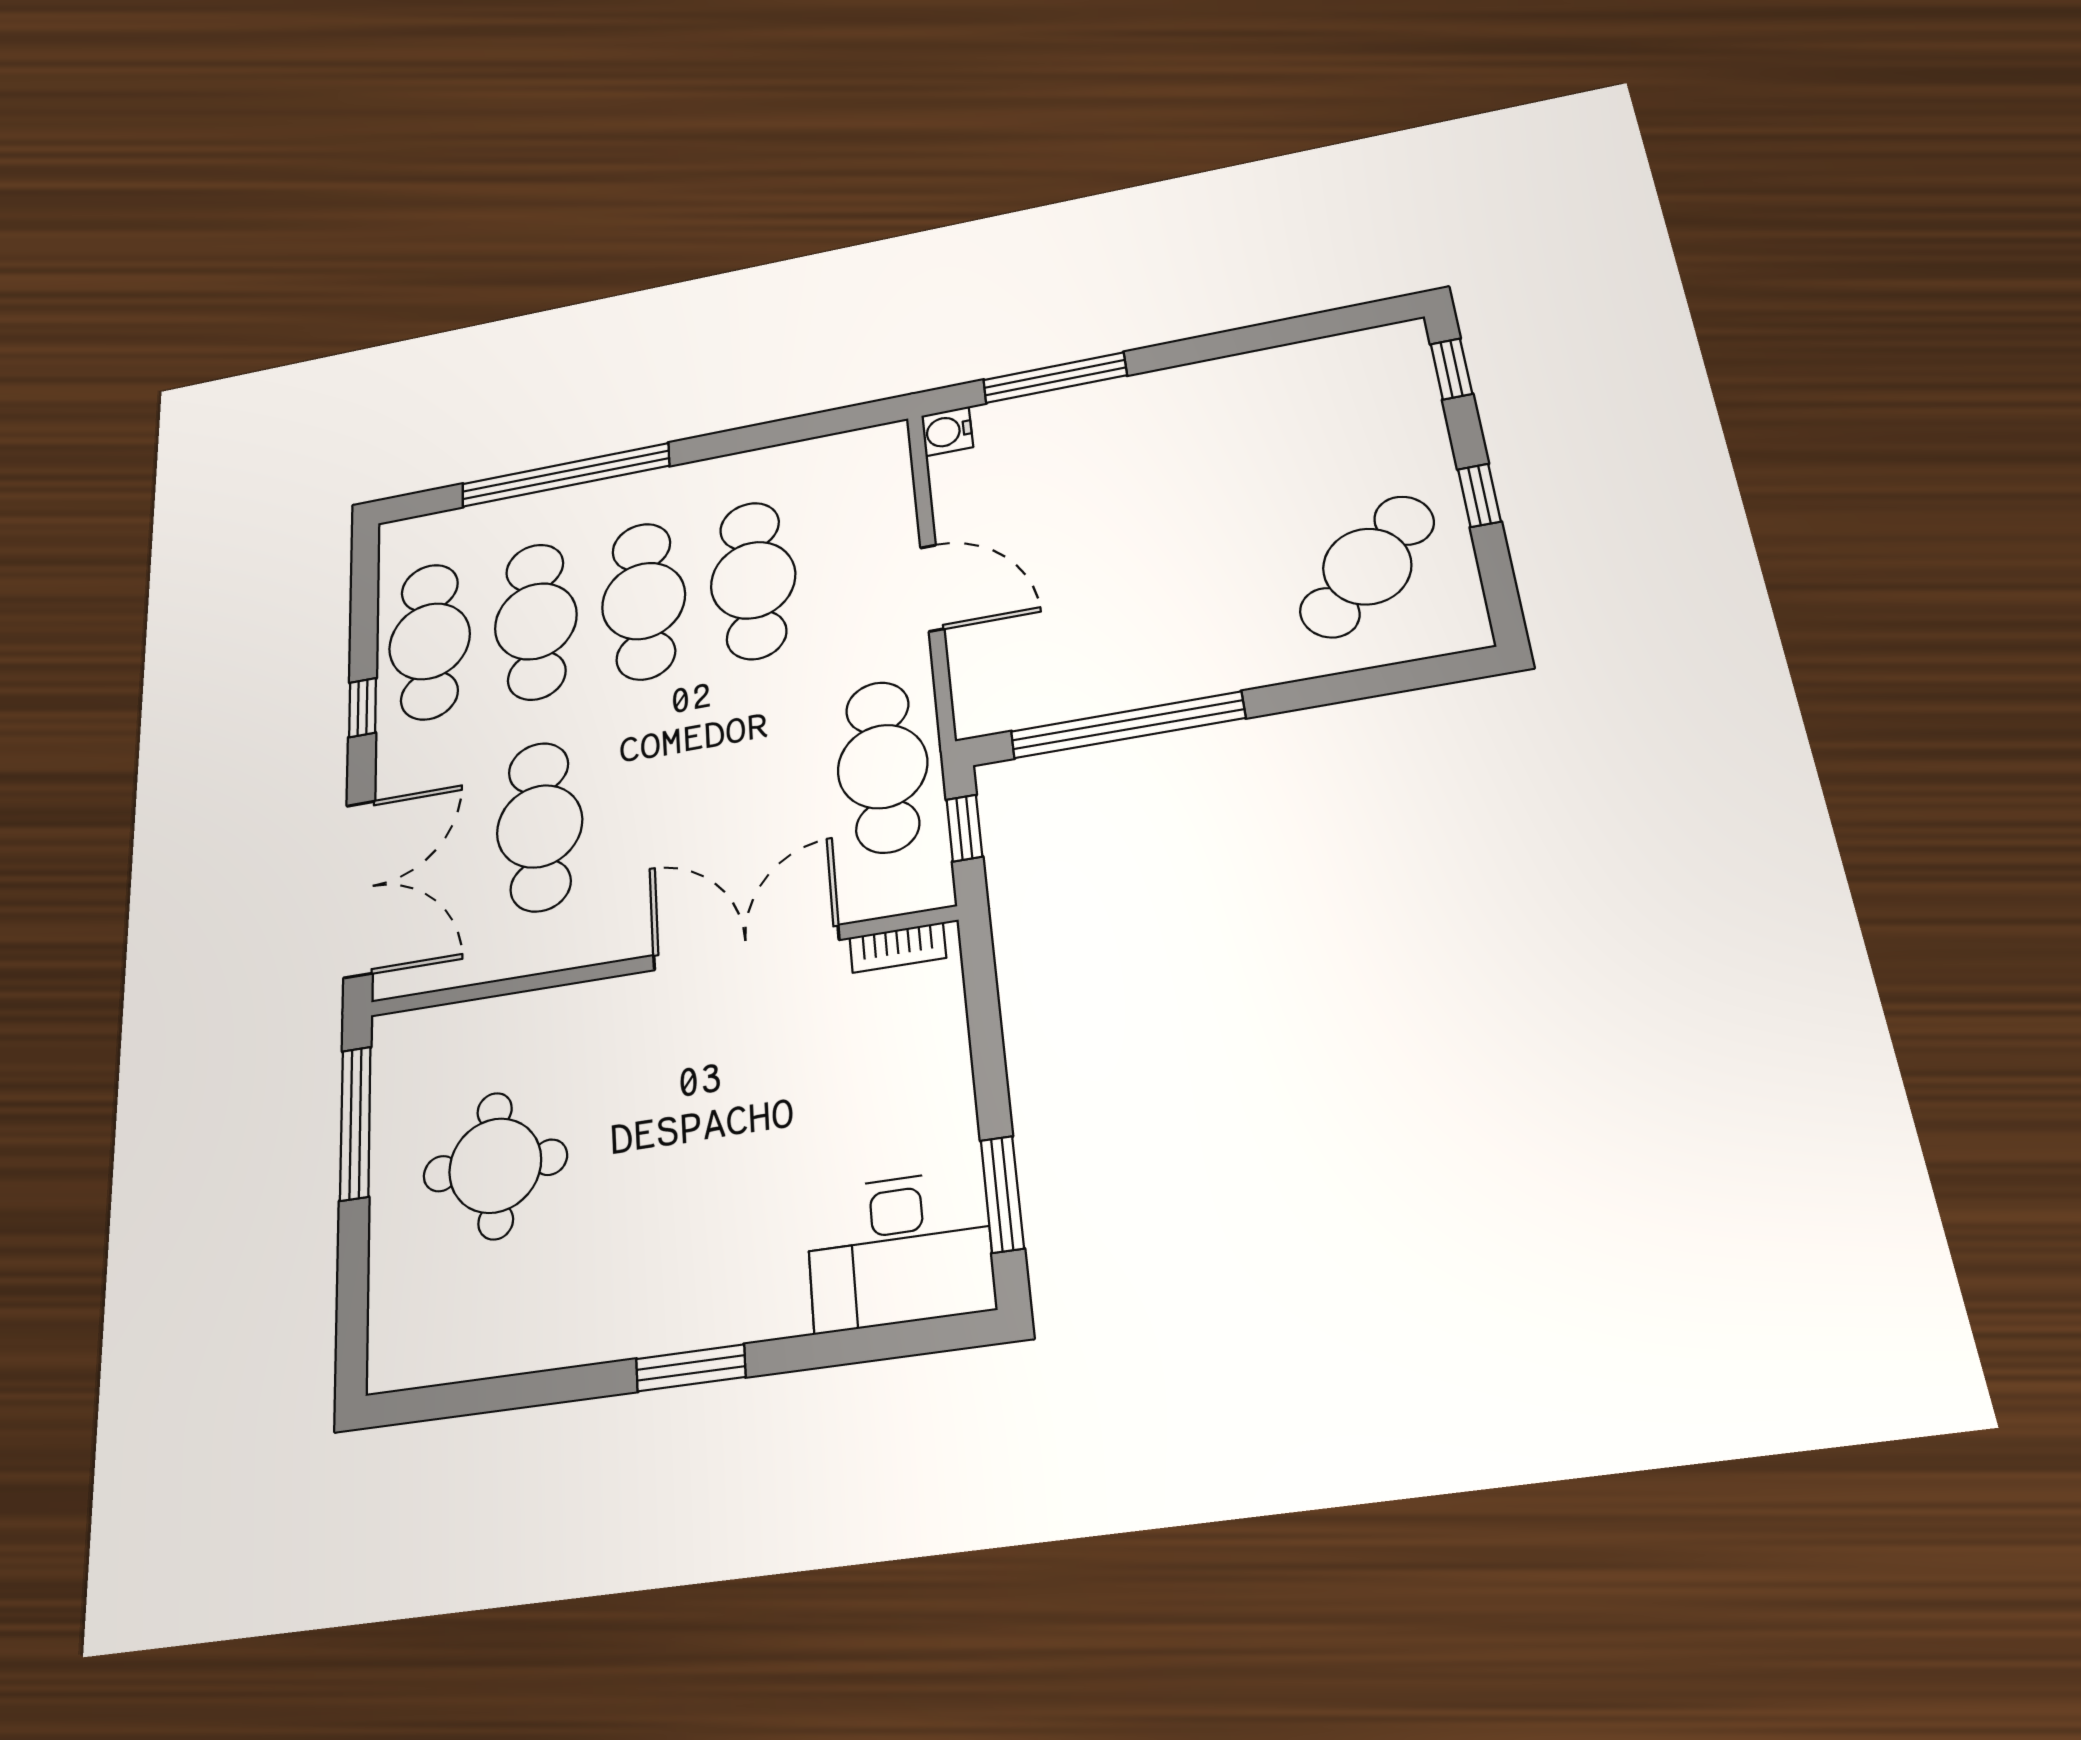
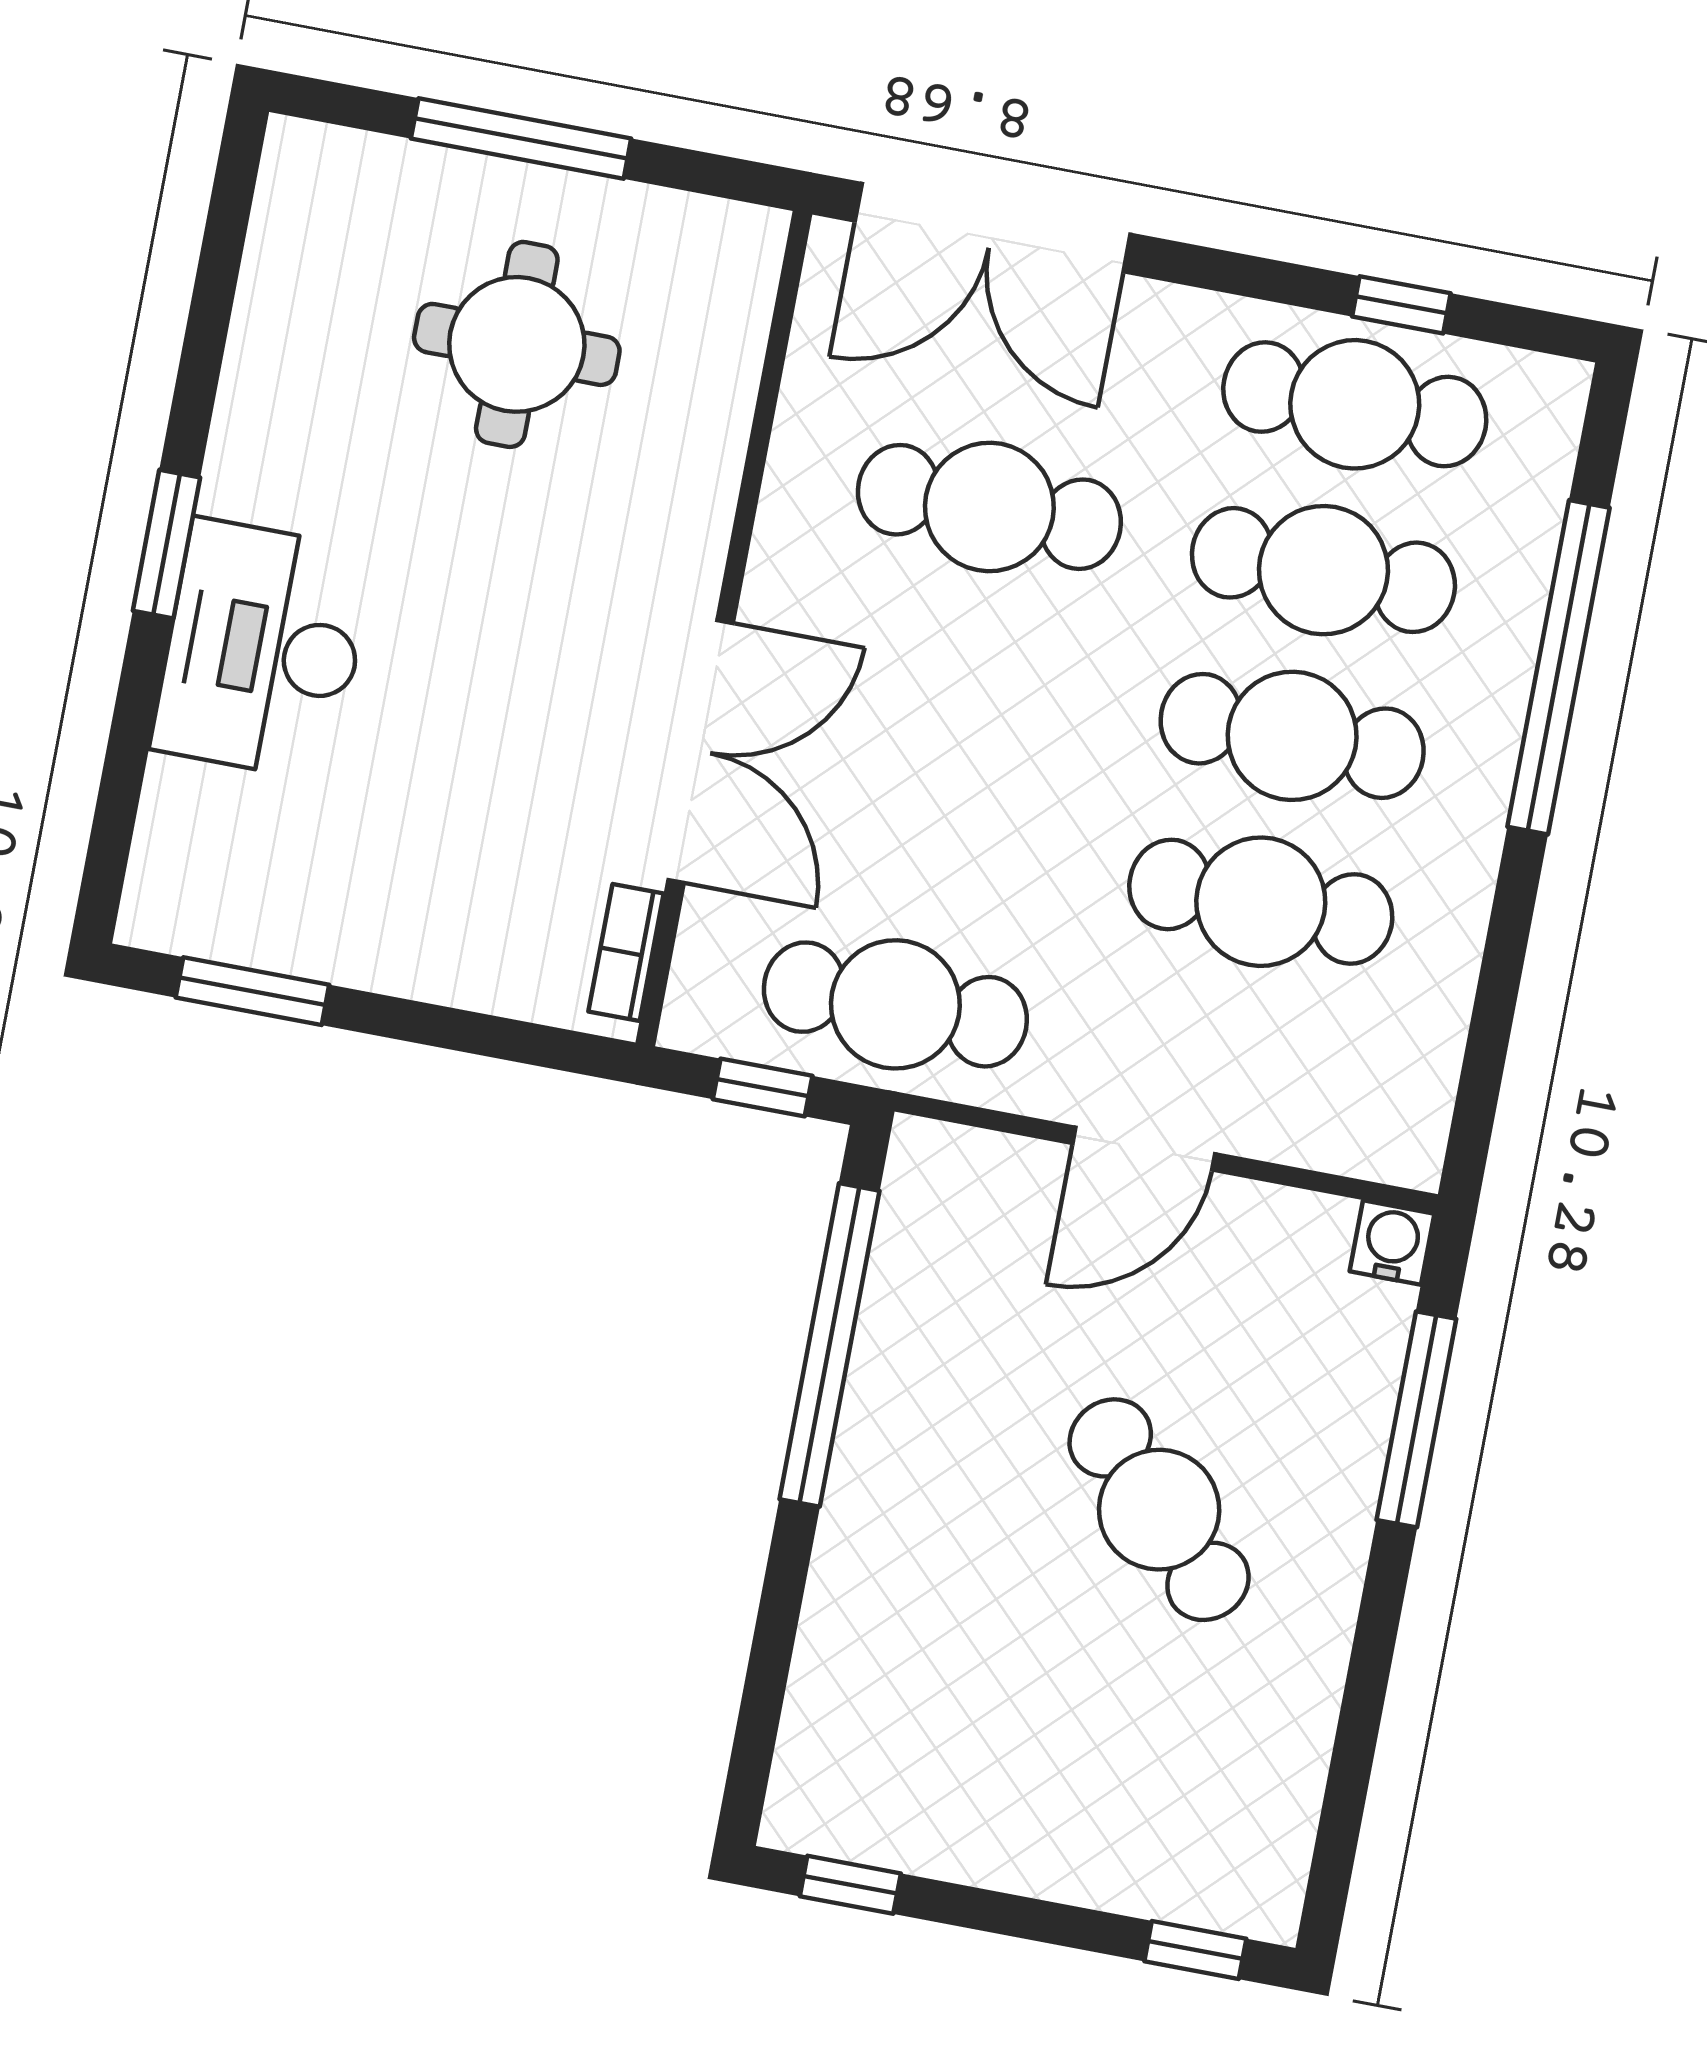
window: (1479, 495) -> (850, 1885), moved
cafe table: (1367, 566) -> (1159, 1510), moved
window: (363, 708) -> (1401, 305), moved
window: (355, 1123) -> (521, 139), moved
desk: (900, 1250) -> (263, 650), moved

